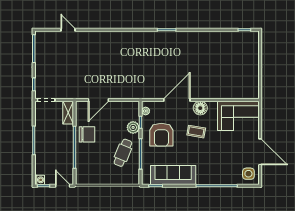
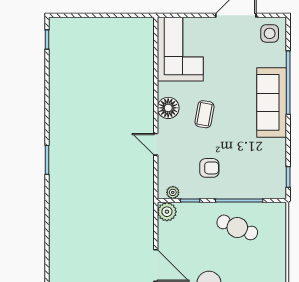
door: (177, 100) -> (156, 144), width x0.53
plant: (133, 127) -> (167, 212), moved
armchair: (161, 135) -> (209, 168), width x0.53, depth x0.53
sofa: (173, 175) -> (272, 102), moved

